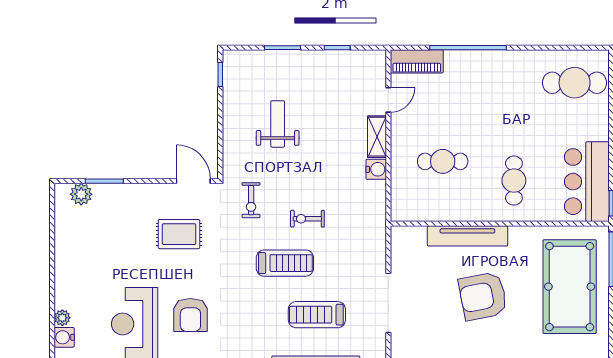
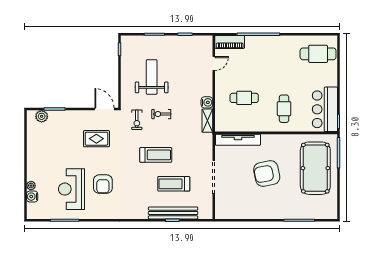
weight bench: (278, 124) -> (152, 77), width x1.36, depth x1.33
shelving: (377, 137) -> (207, 121), moved
exercise bike: (307, 219) -> (161, 114), moved
tv unit: (467, 236) -> (238, 140), moved

